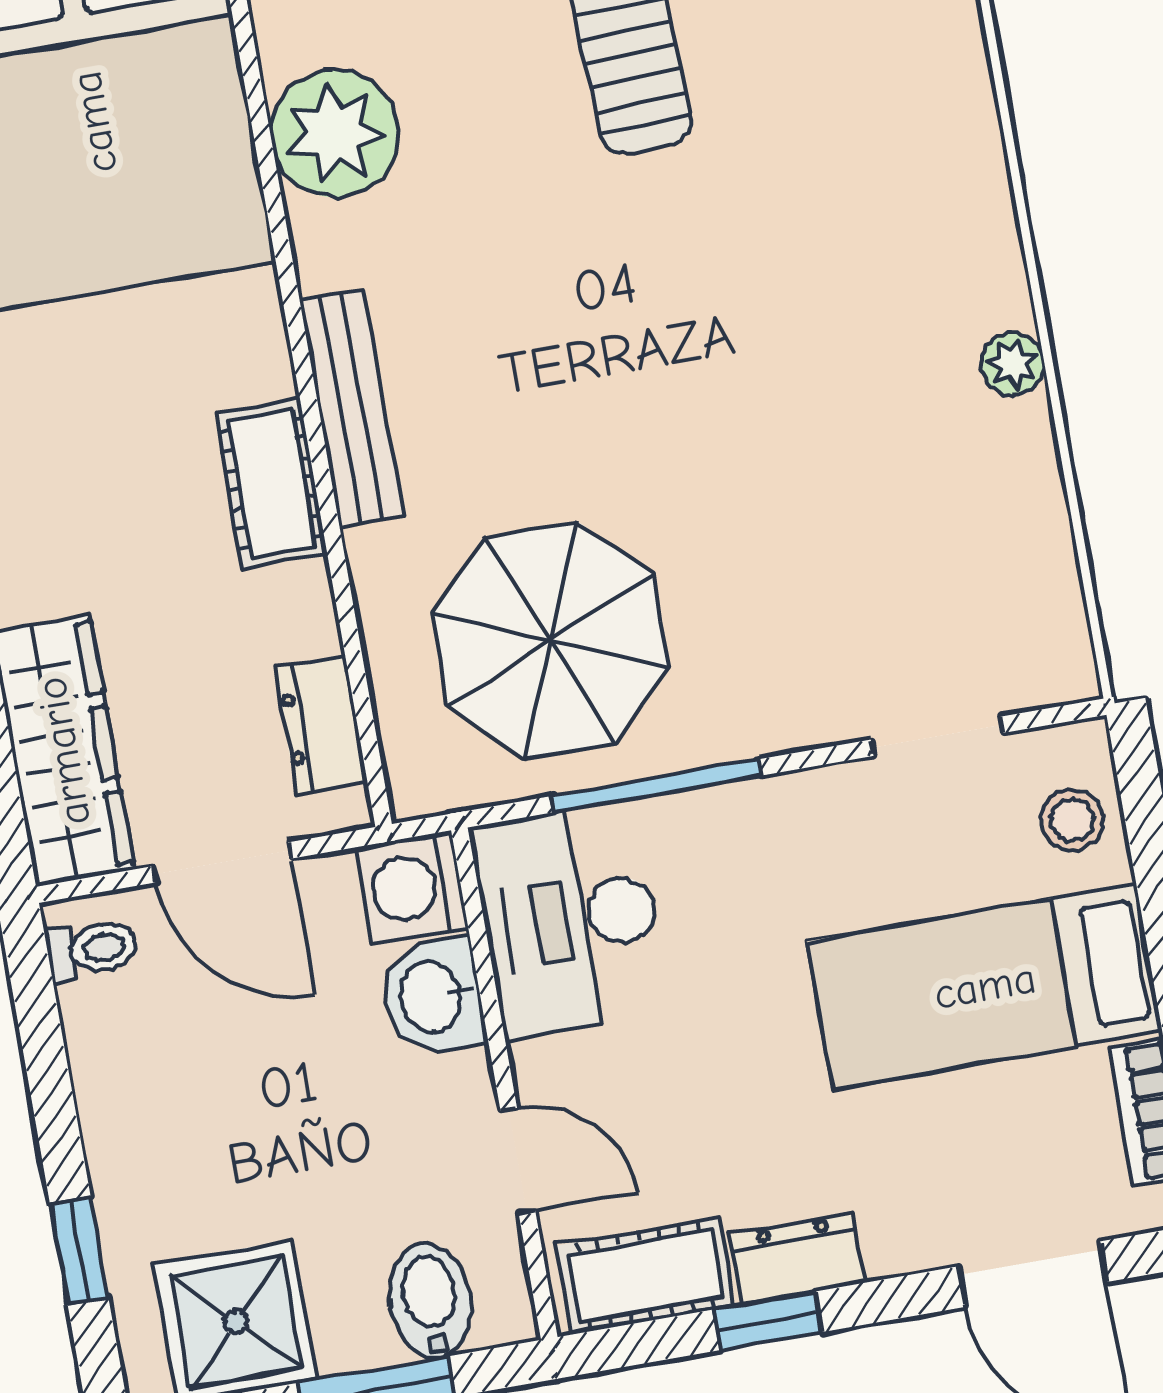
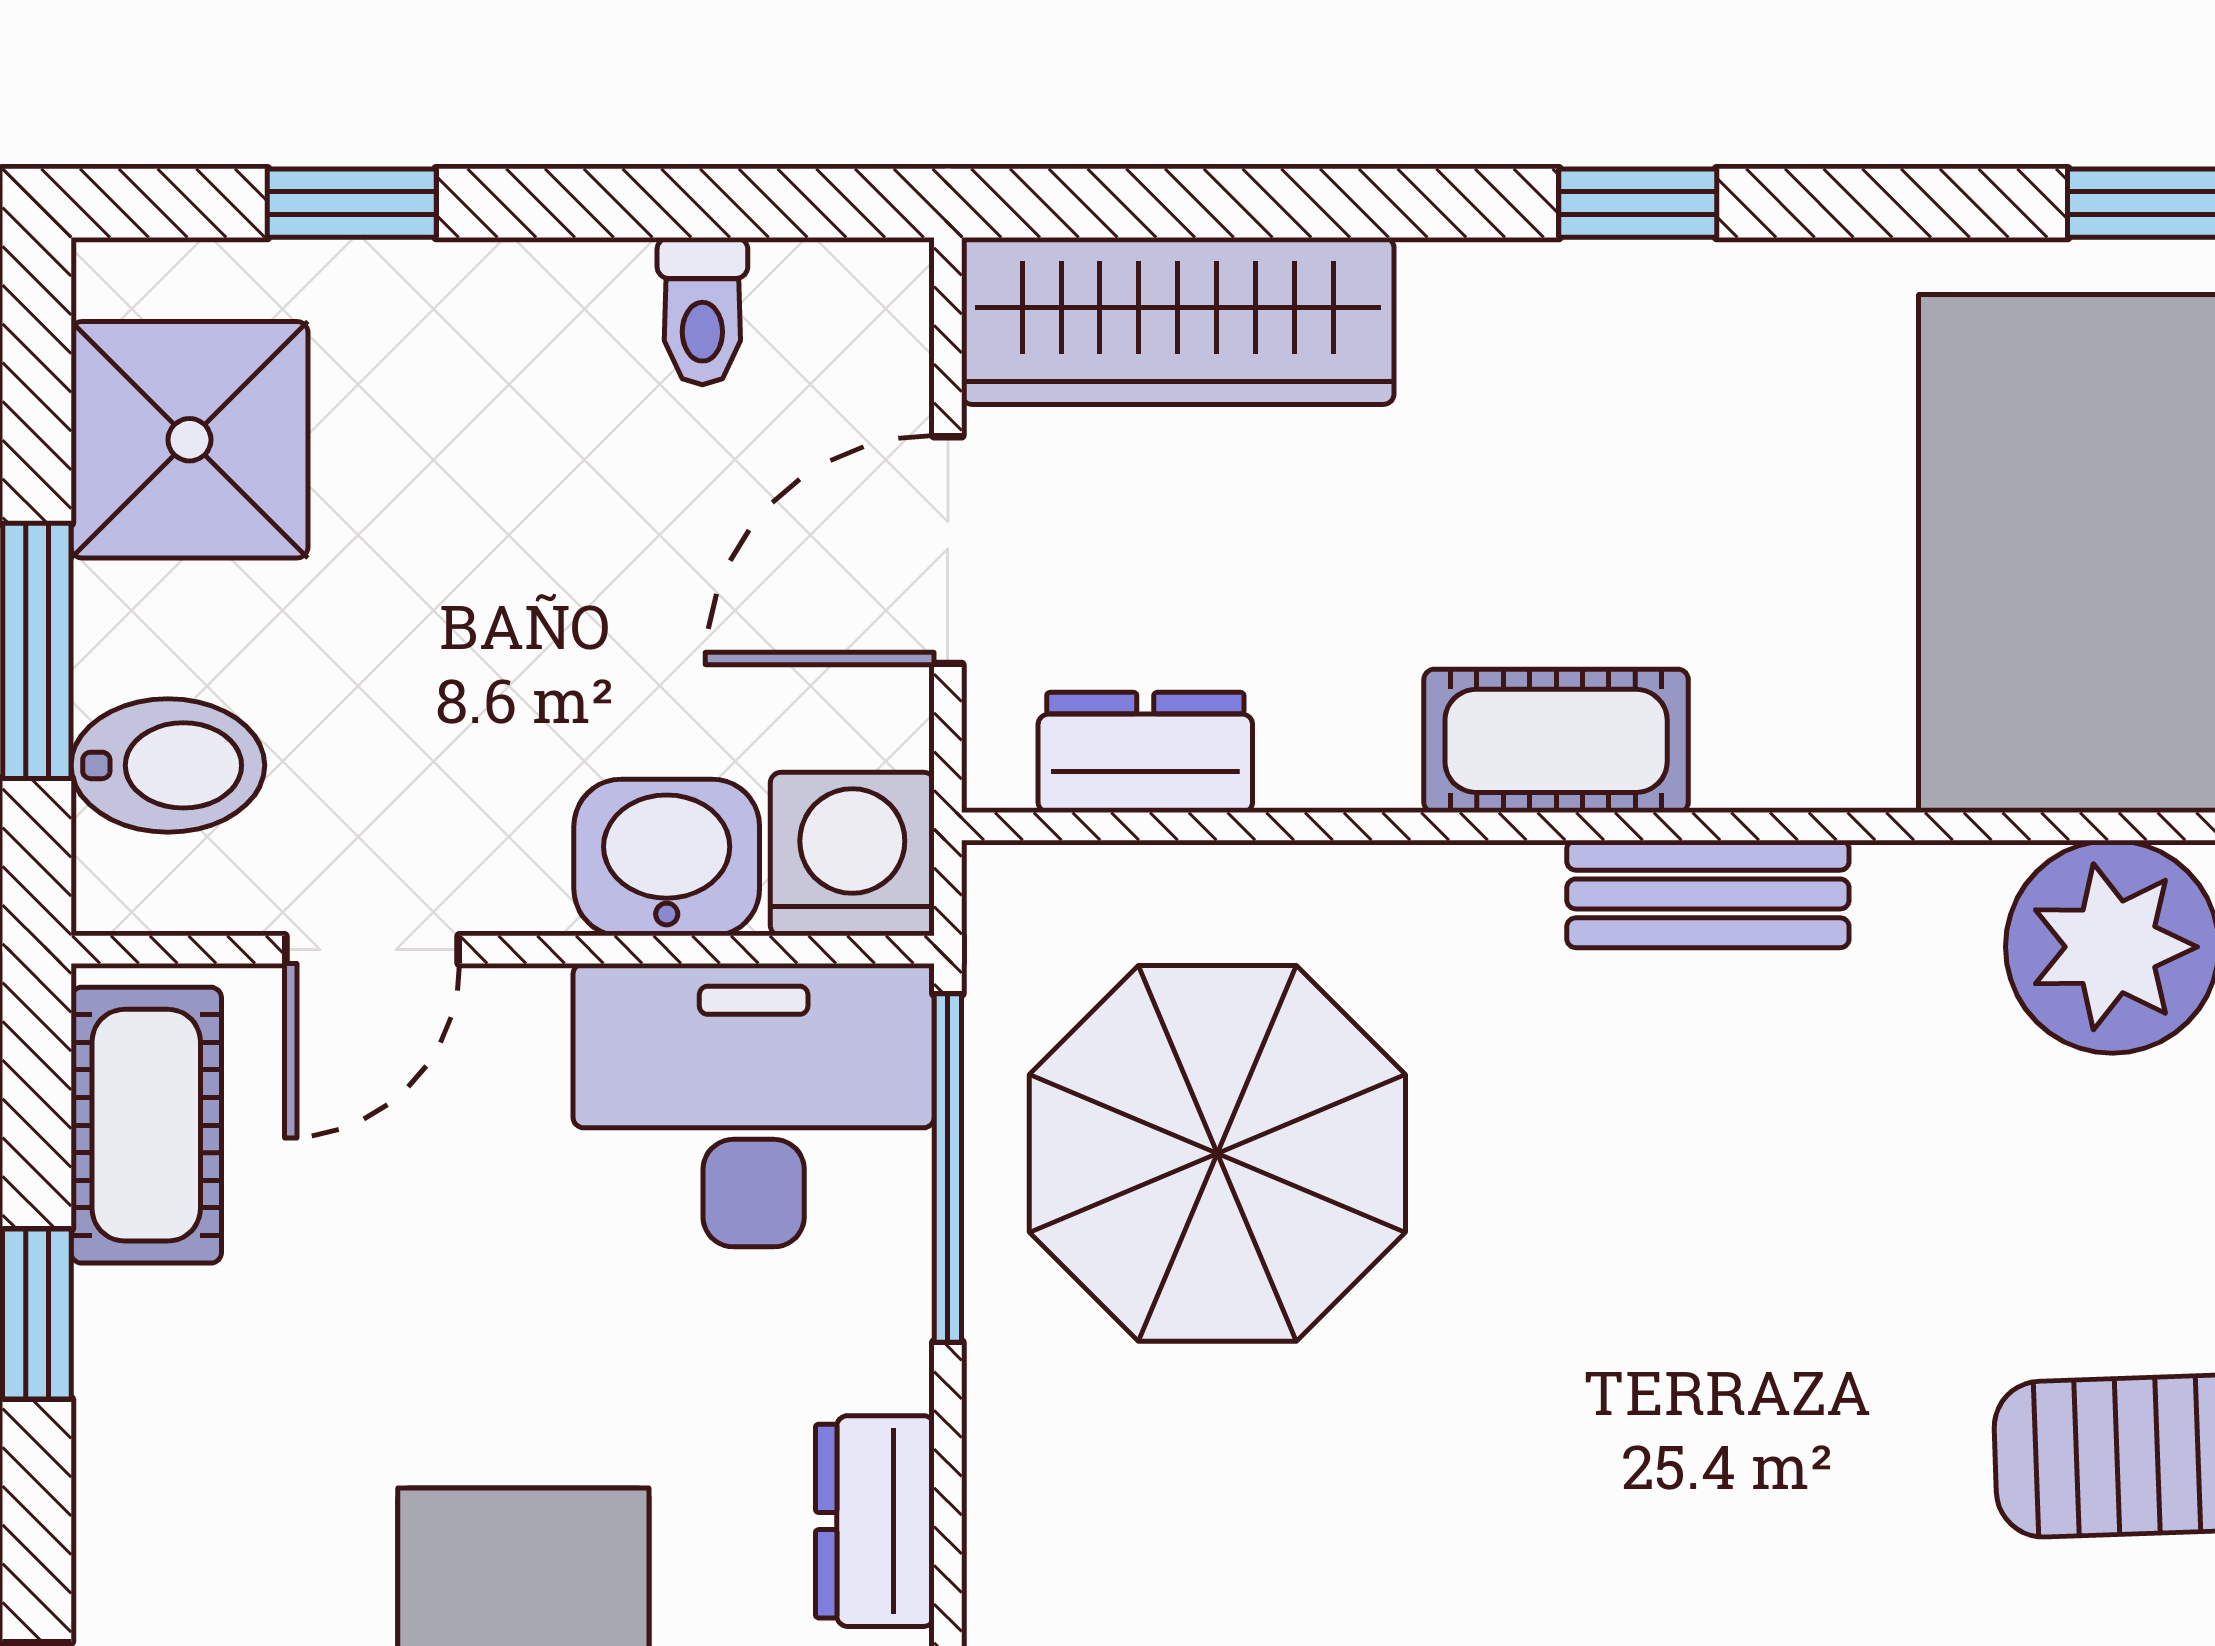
bench: (351, 408) -> (1708, 894), width x0.73
window: (657, 786) -> (948, 1168), moved
toilet: (92, 949) -> (702, 311), moved
dresser: (797, 1259) -> (875, 1521), moved, turned 180

